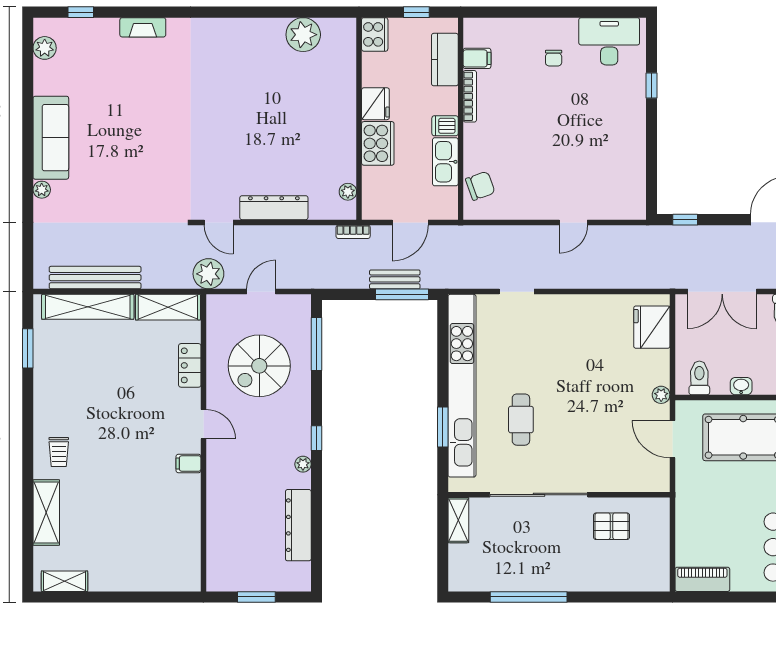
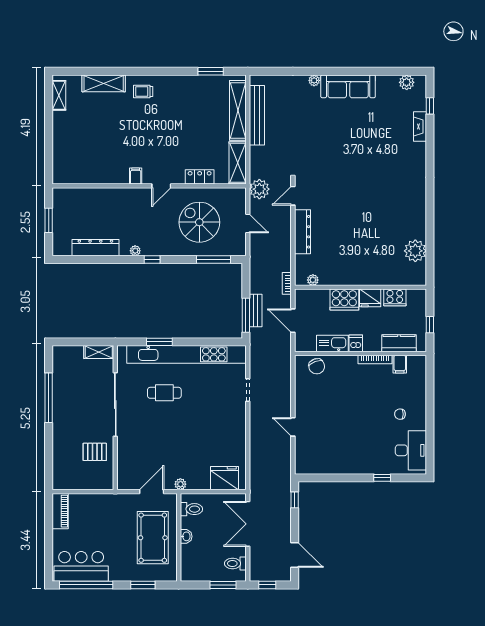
fireplace: (143, 27) -> (420, 126), moved
cooker: (375, 34) -> (395, 297), moved
pallet: (612, 526) -> (95, 452), turned 90

